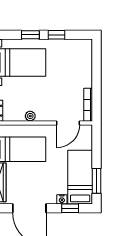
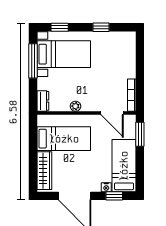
window: (30, 35) -> (60, 27), moved
door: (68, 123) -> (112, 113), hinge flipped
window: (96, 181) -> (140, 134), moved

